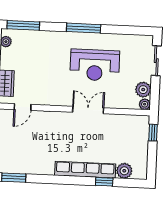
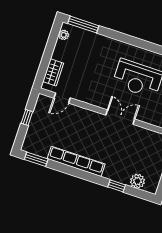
window: (84, 28) -> (137, 42), removed
row of seats: (85, 170) -> (76, 161), moved

